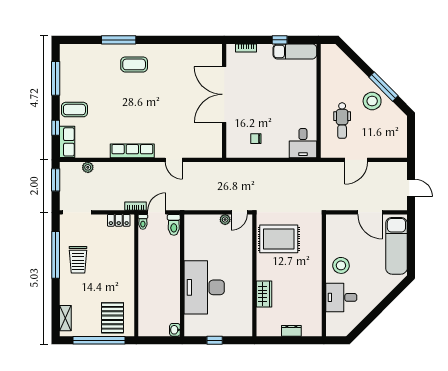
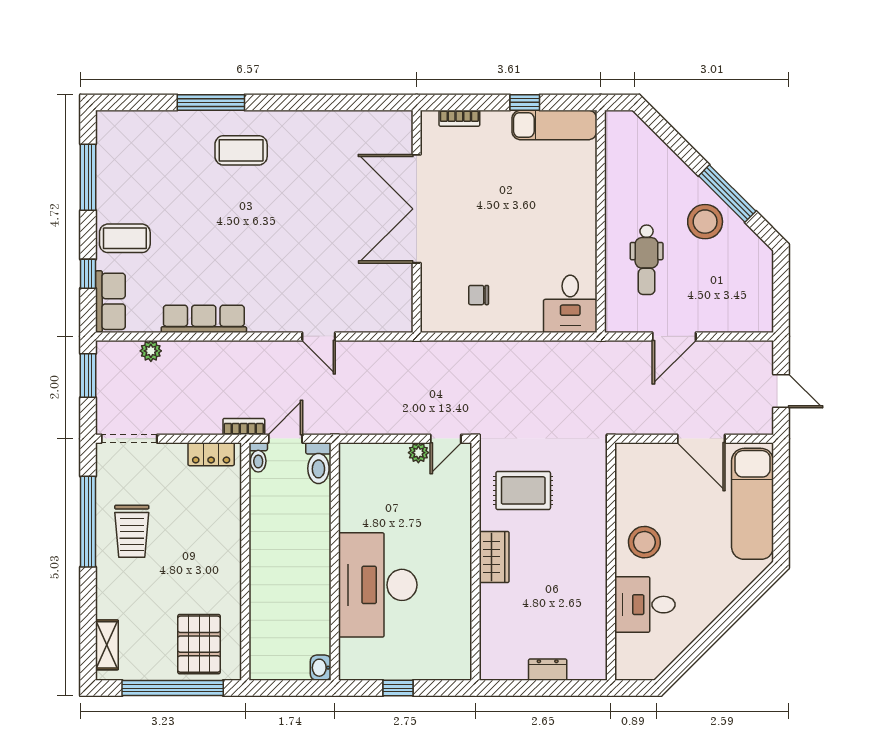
row of seats: (132, 151) -> (204, 319), moved
rug: (279, 239) -> (523, 490), width x0.73, depth x0.70
wardrobe: (264, 294) -> (494, 557), moved

